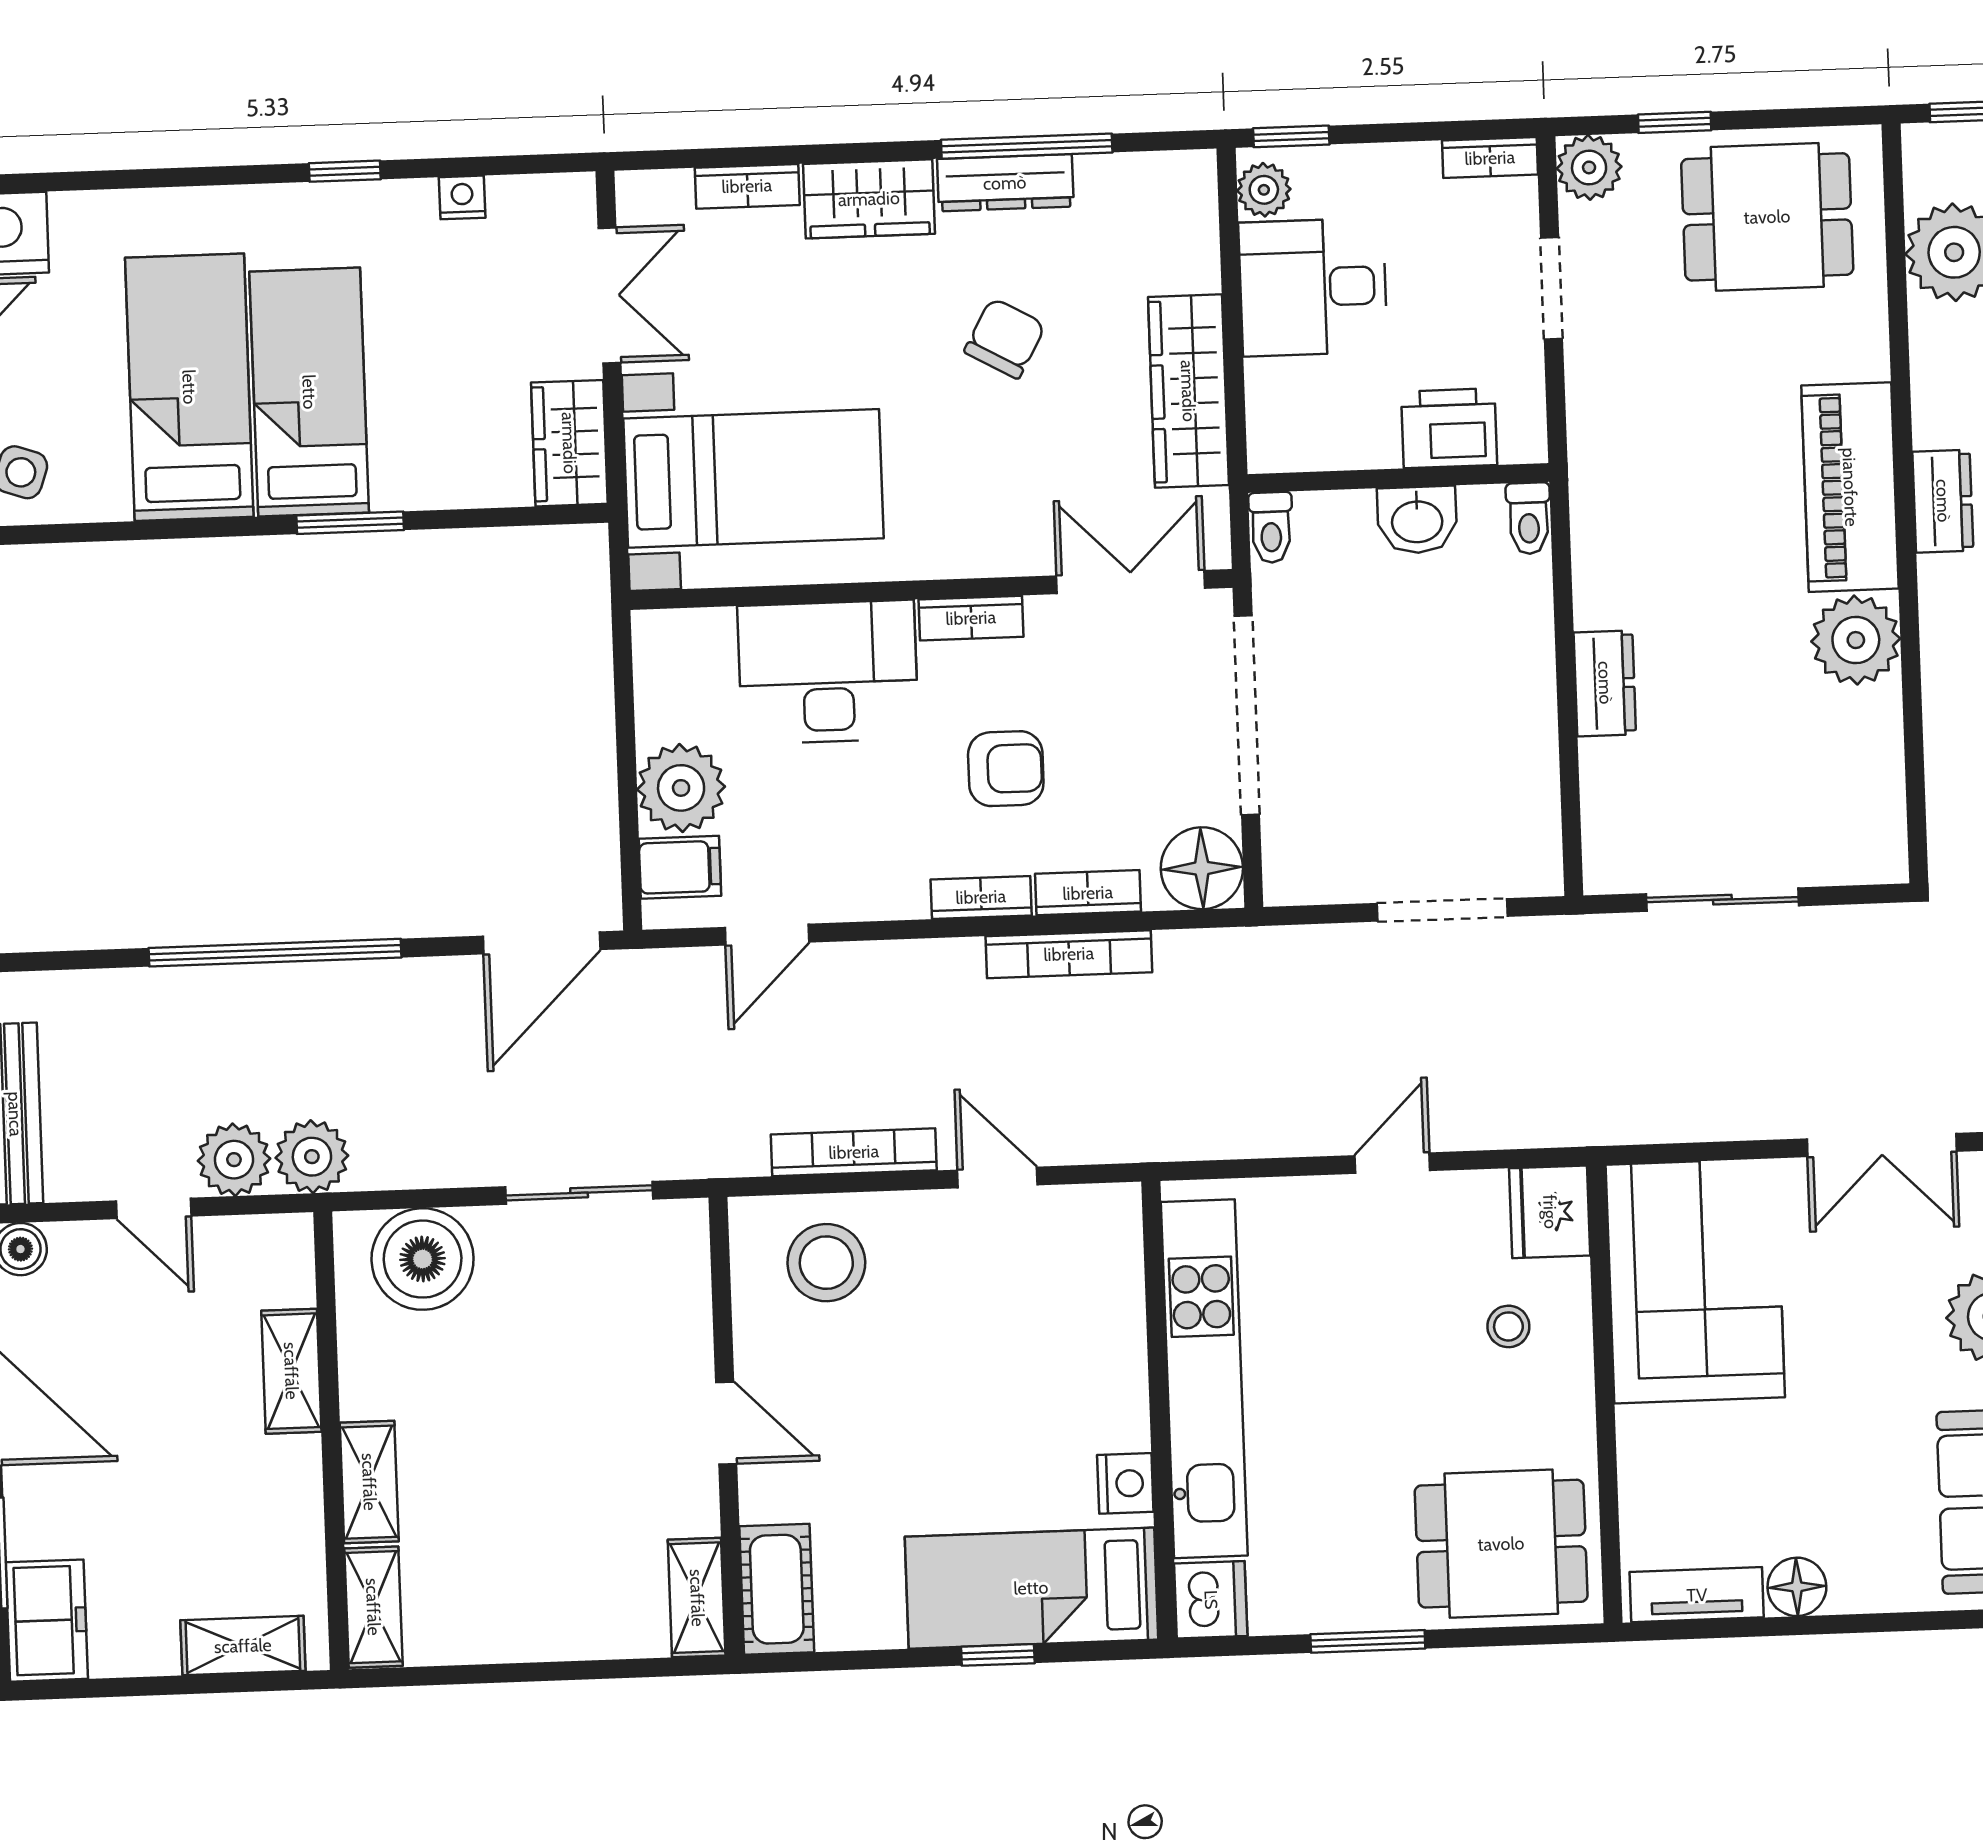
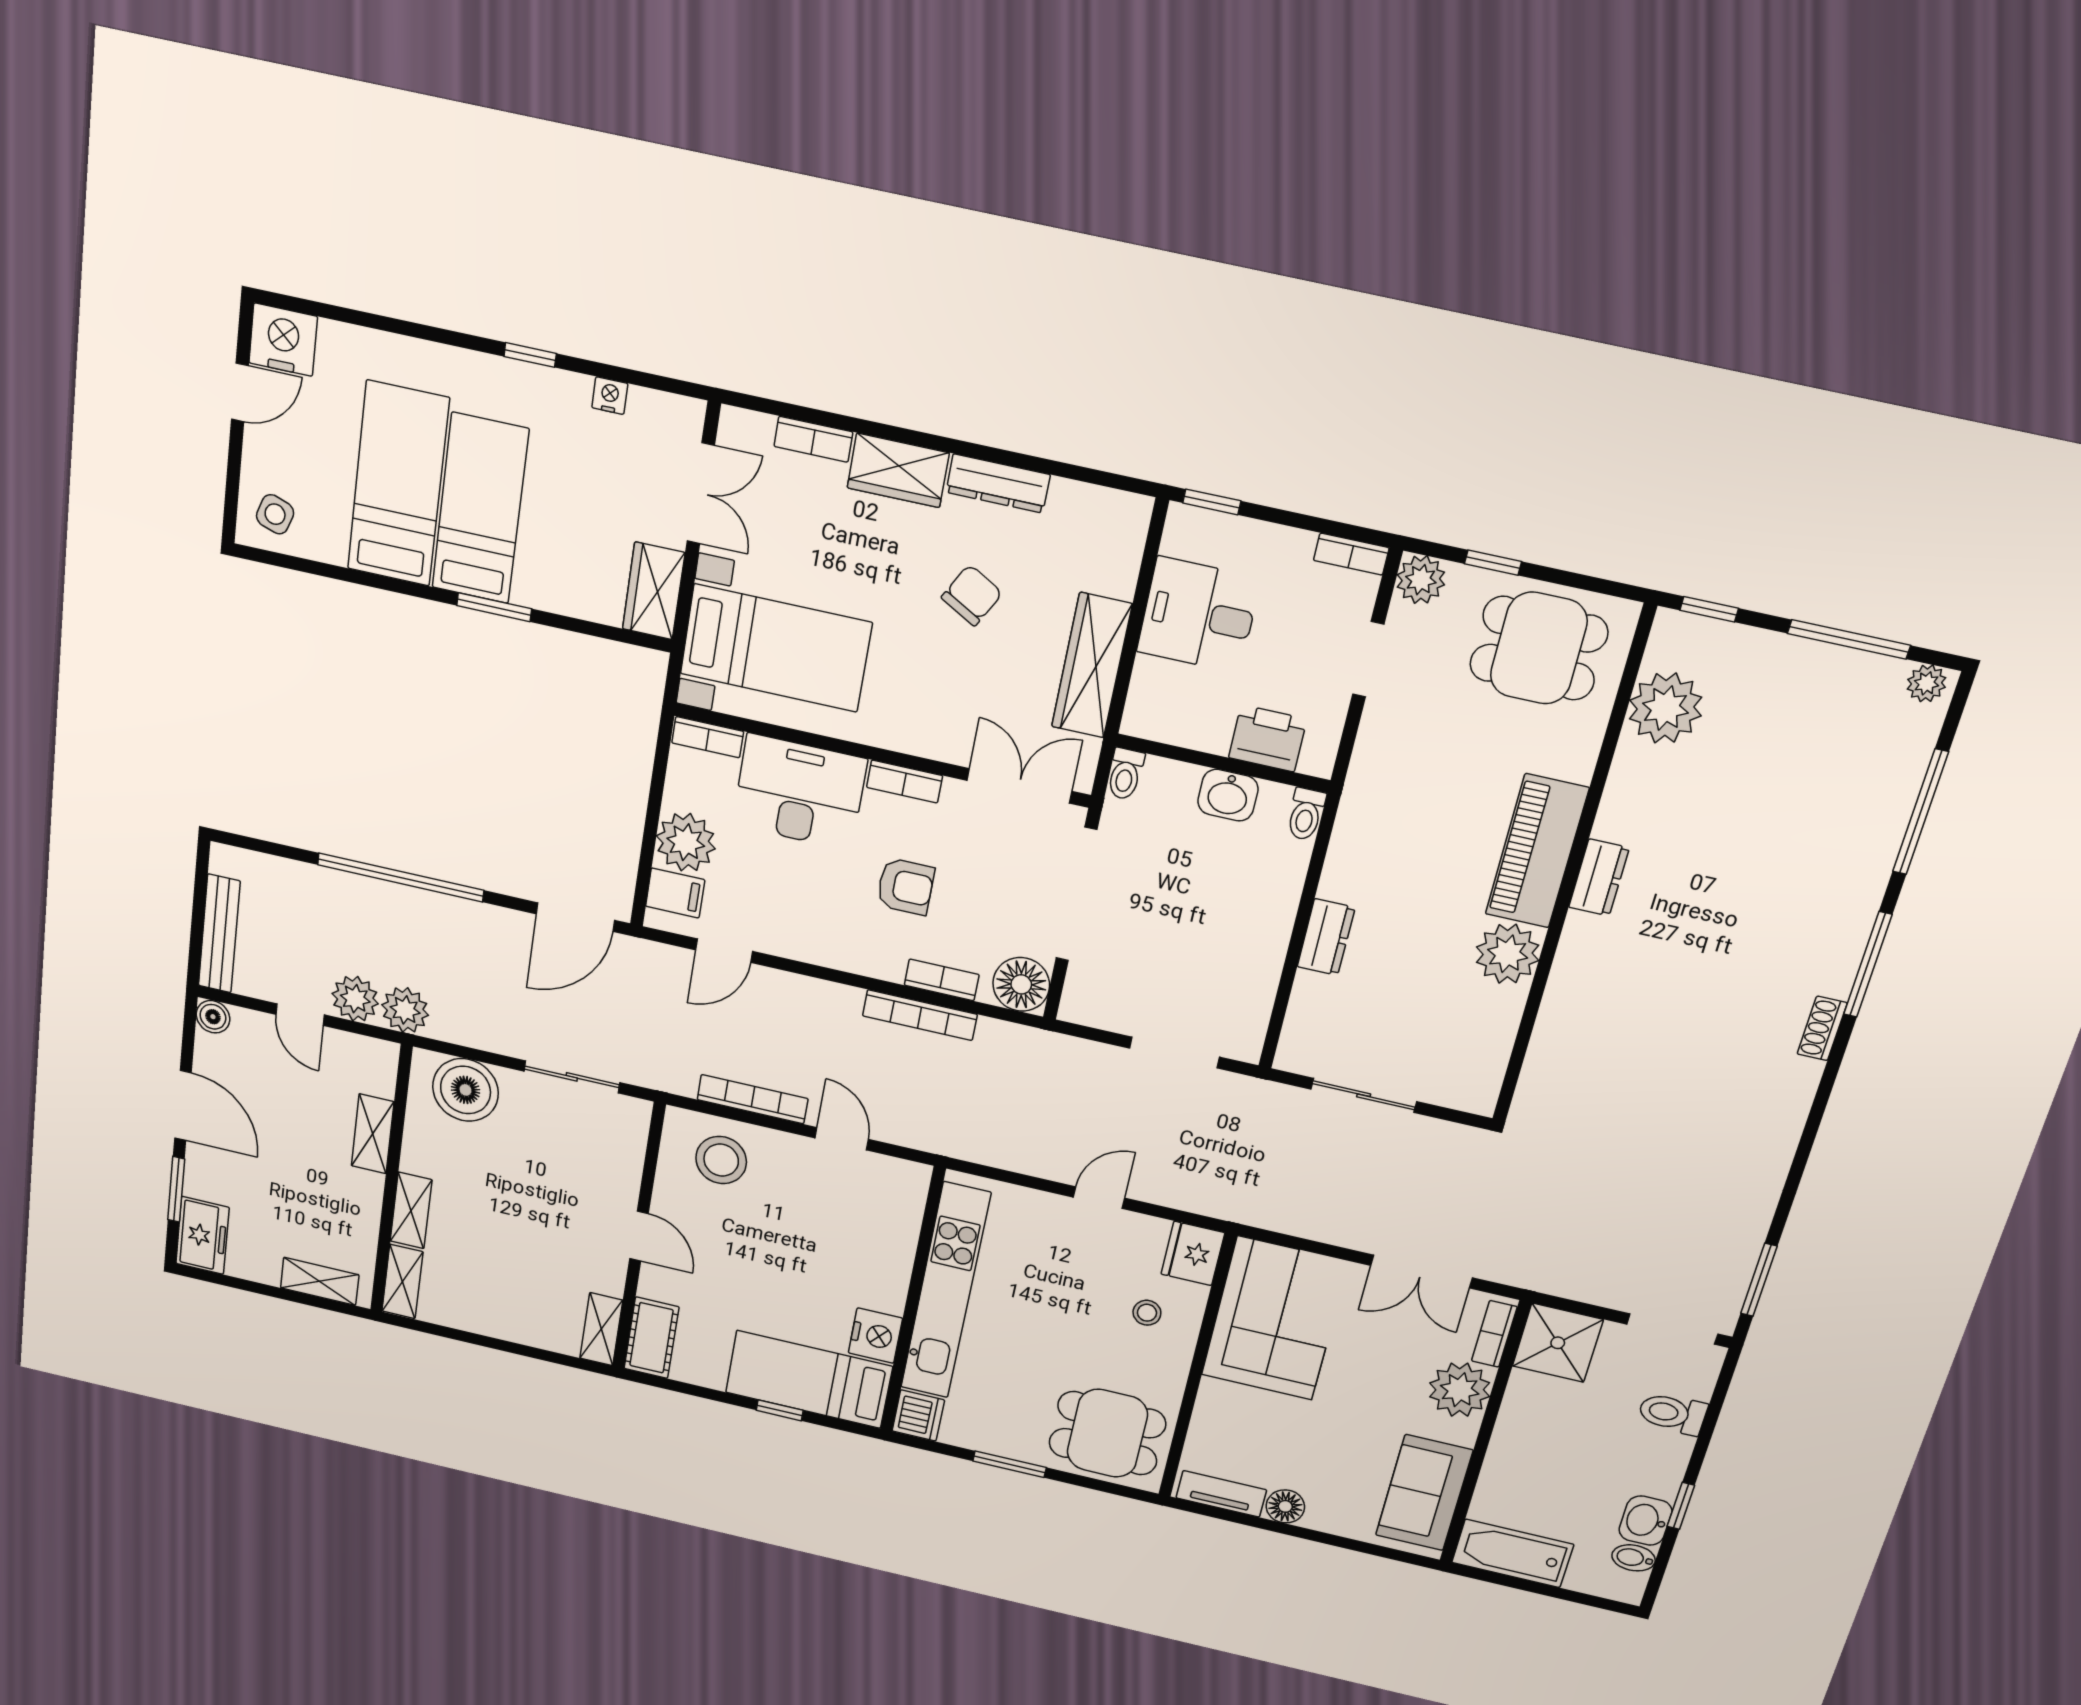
window: (1027, 146) -> (1019, 460), removed
plant: (1264, 190) -> (1182, 536), removed
bookcase: (981, 897) -> (708, 737), moved, turned 180
nightstand: (1125, 1483) -> (875, 1336), width x1.36, depth x1.33

